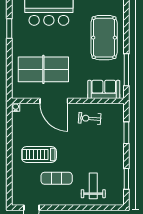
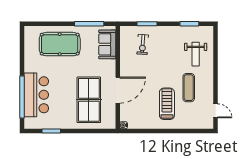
exercise bike: (90, 118) -> (143, 44), moved
treadmill: (39, 154) -> (167, 104), turned 180
weight bench: (93, 186) -> (196, 54), turned -90

